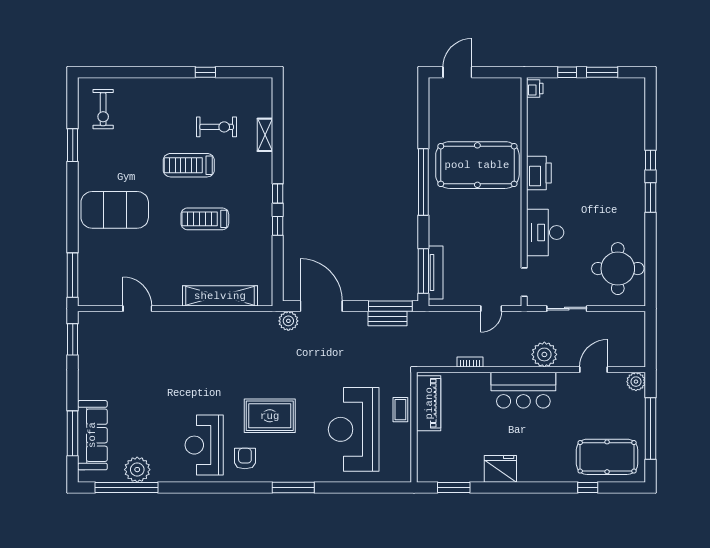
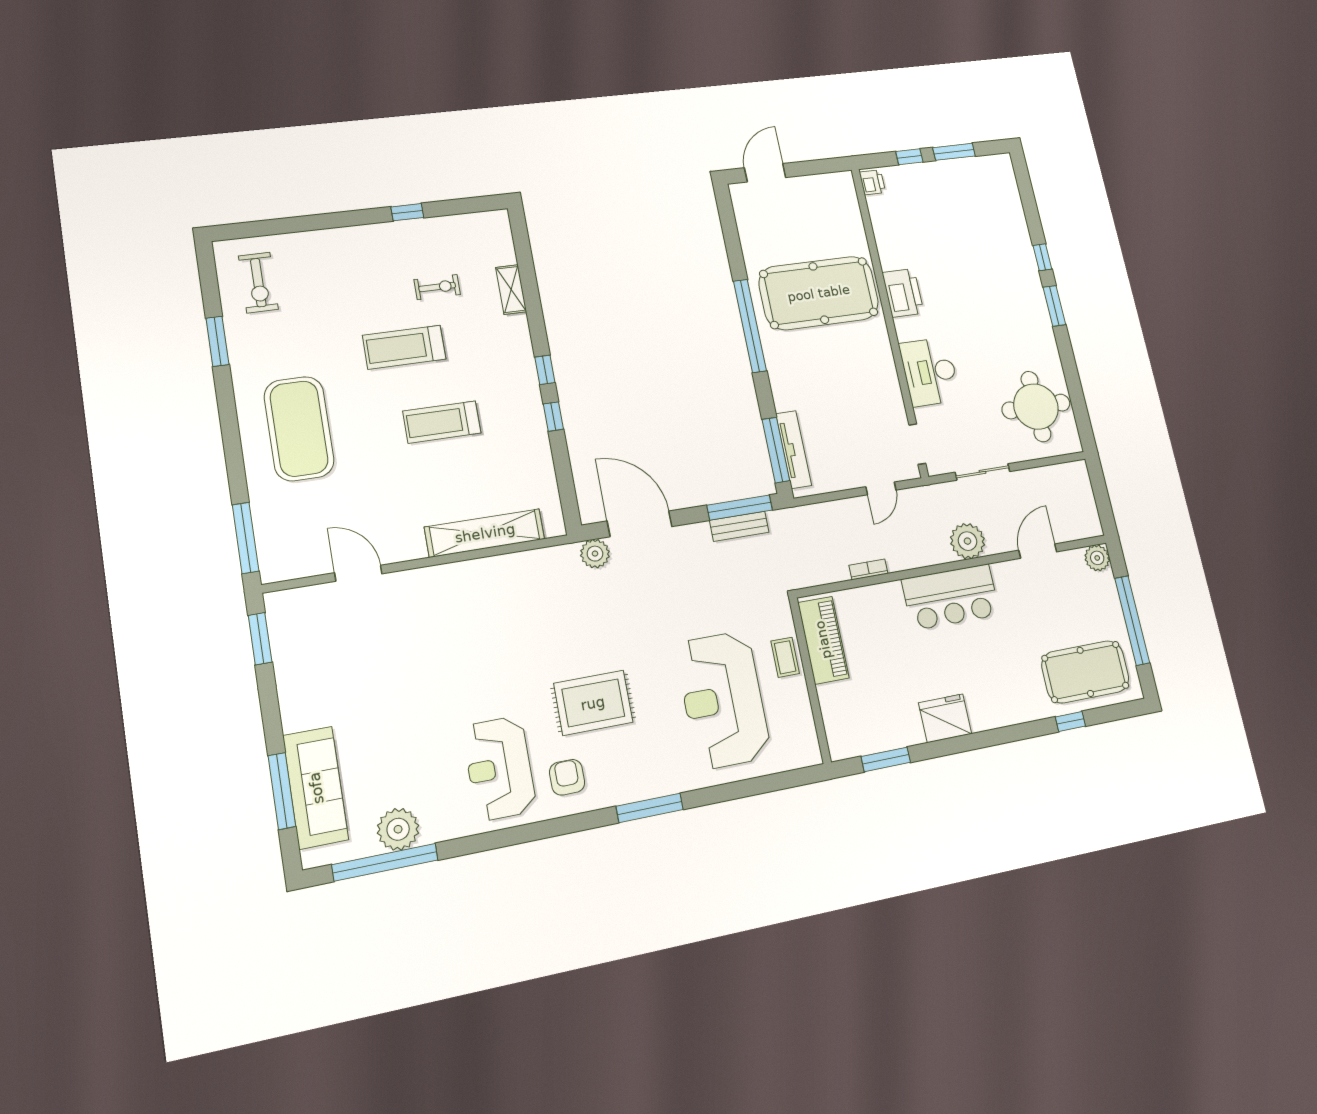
exercise bike: (217, 127) -> (437, 287), width x0.73, depth x0.72
exercise mat: (115, 210) -> (299, 429), turned 90

